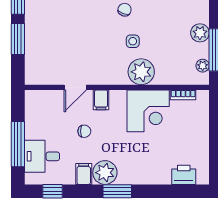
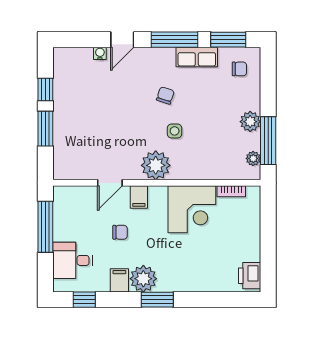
plant: (141, 72) -> (156, 165), moved
window: (18, 144) -> (45, 227), moved
printer: (184, 175) -> (250, 276), moved, turned -90

